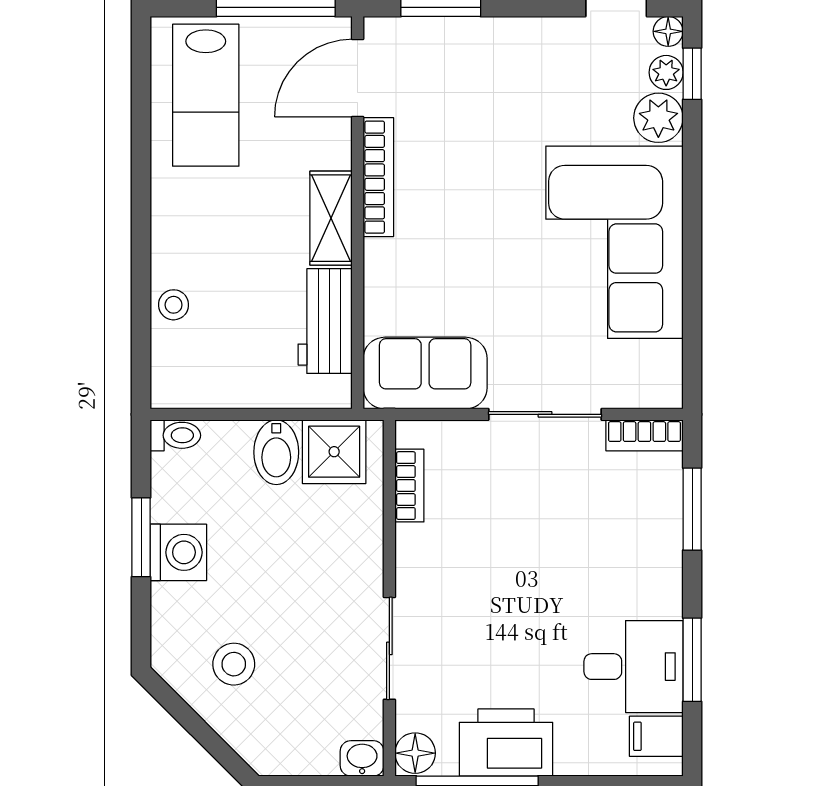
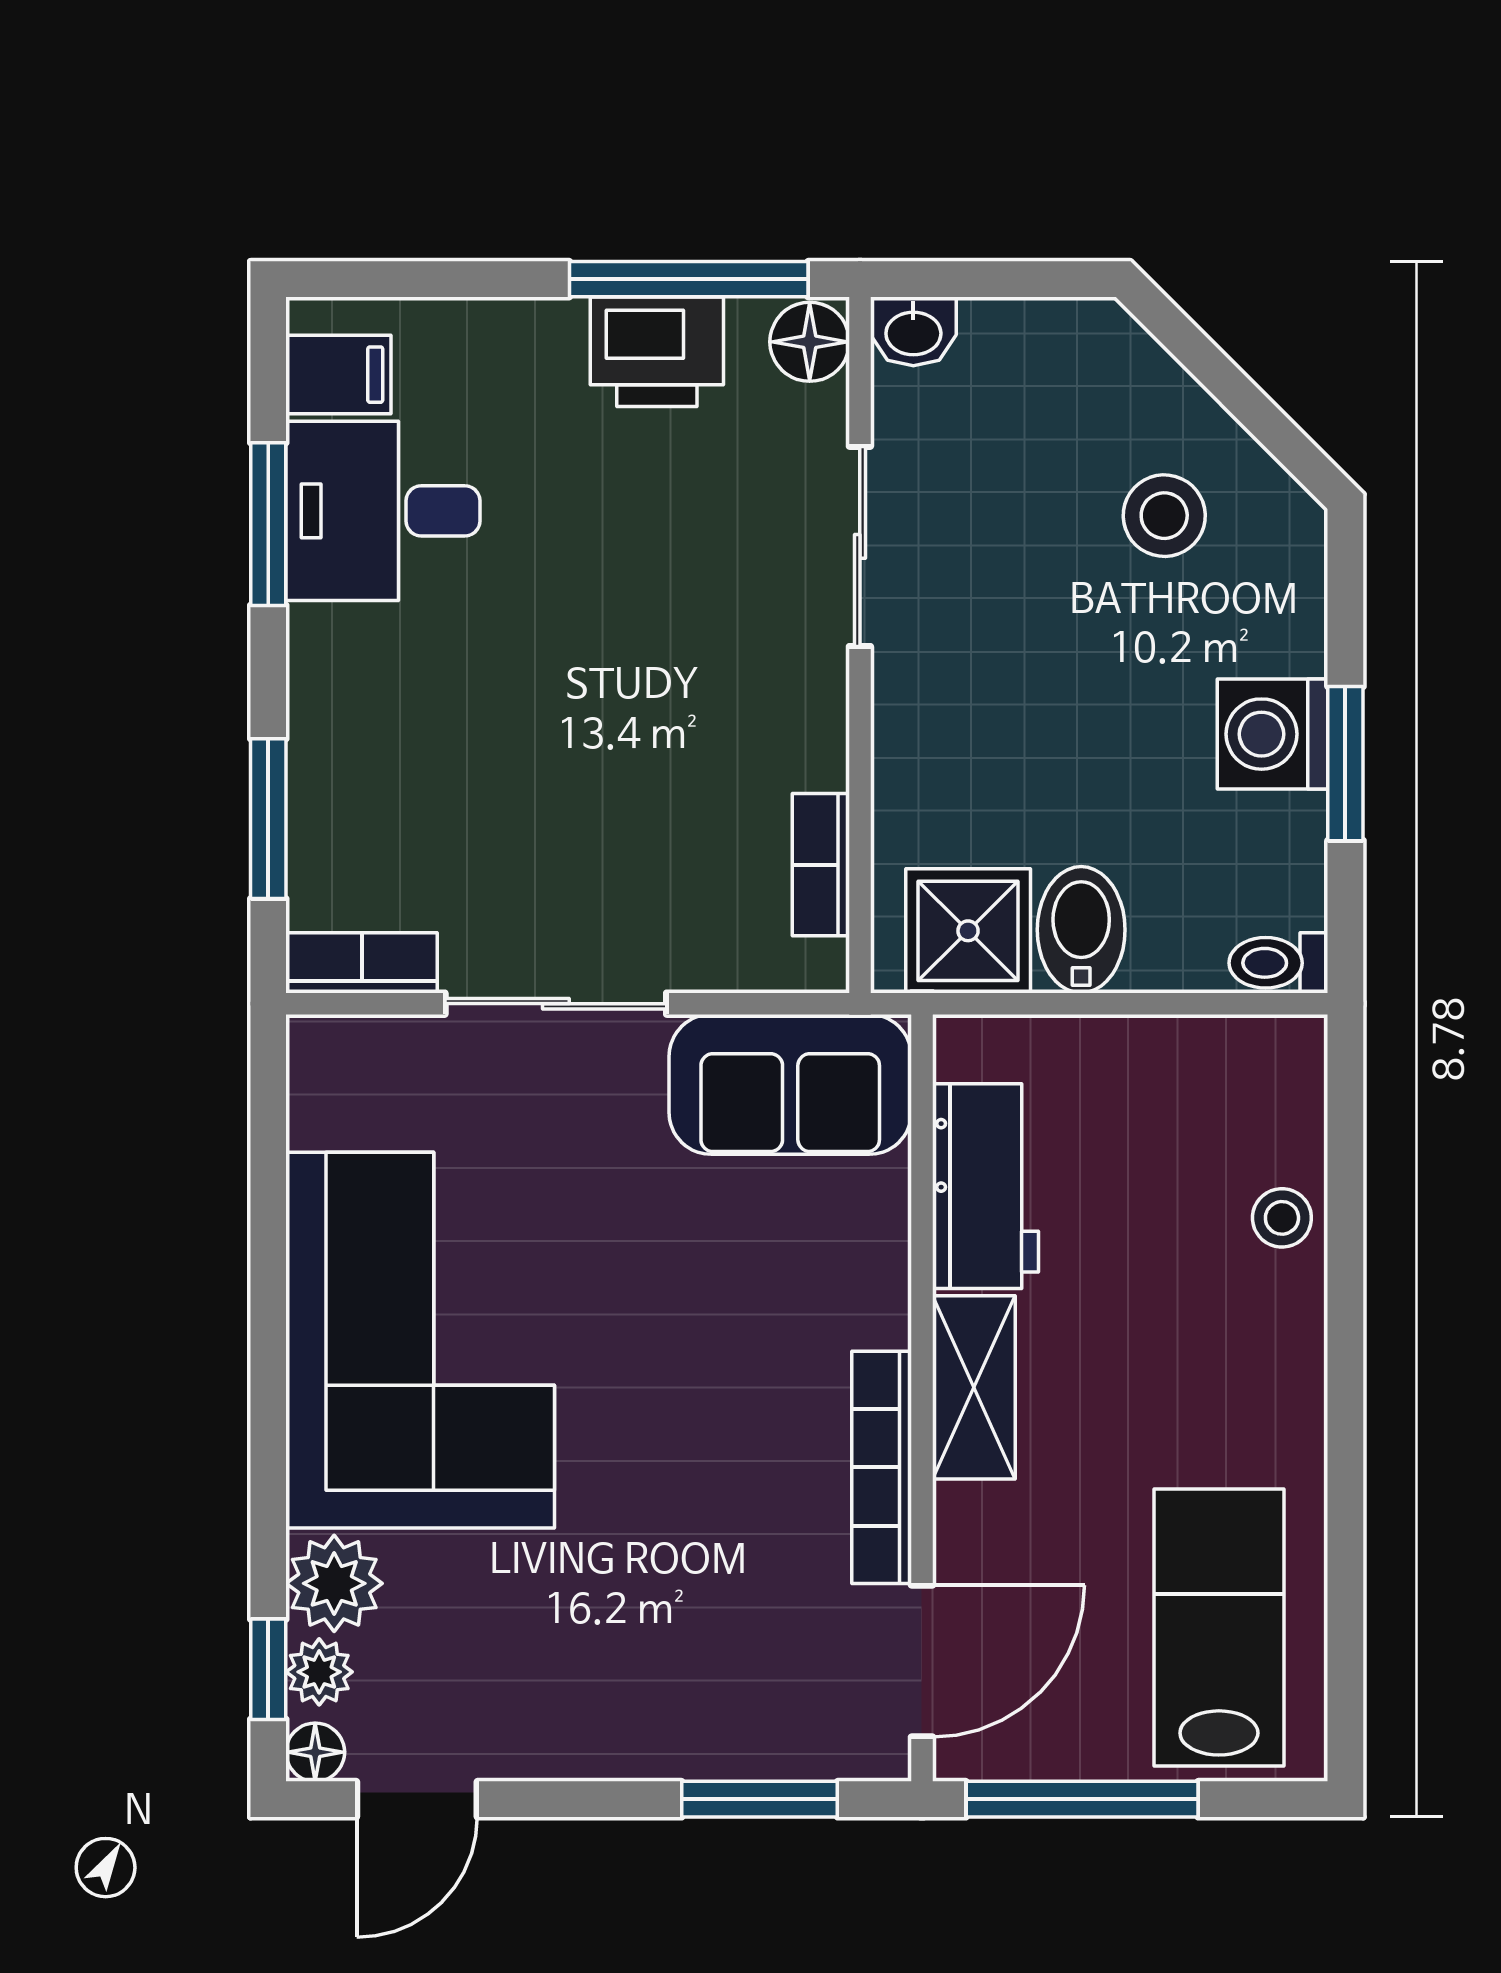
printer: (506, 743) -> (657, 352), width x0.73, depth x0.84

